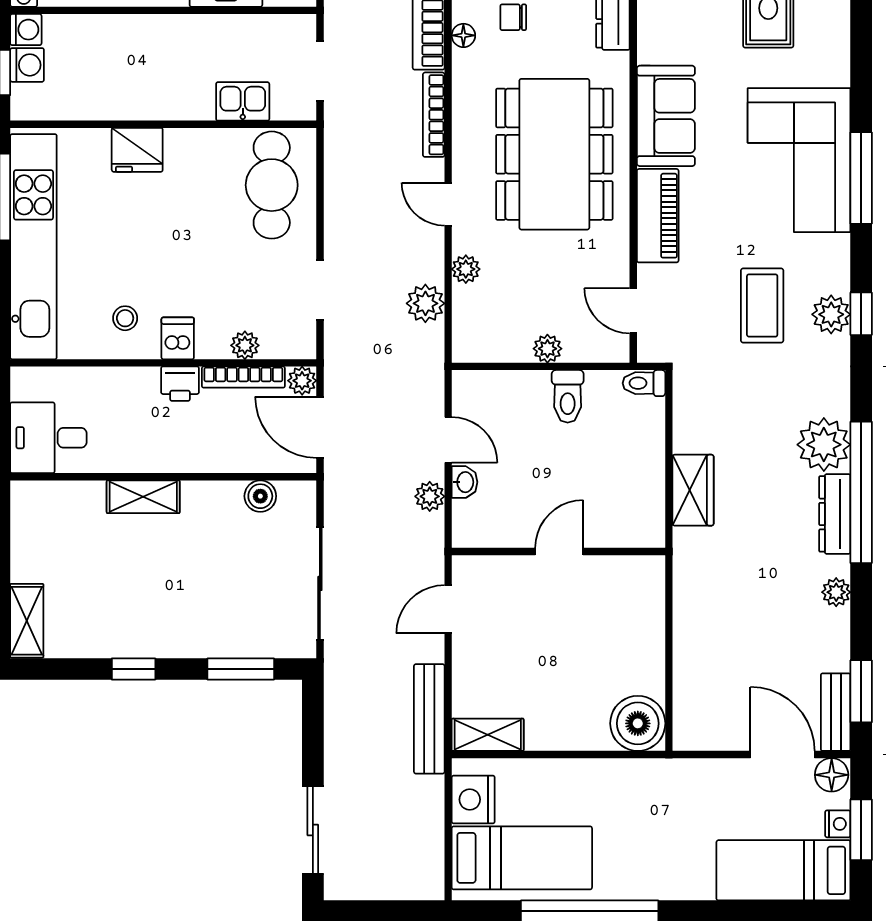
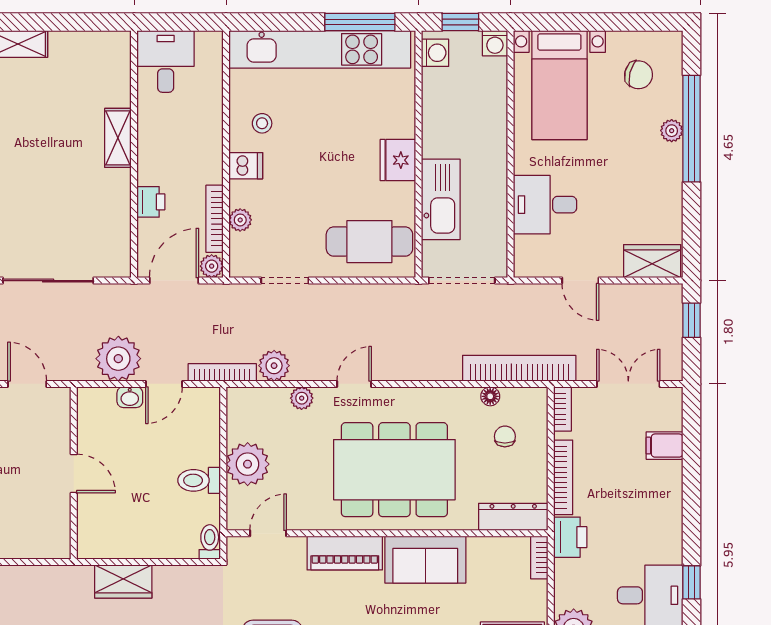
washing machine: (27, 65) -> (435, 53), moved, turned -90
doorway: (320, 71) -> (462, 281), width x1.38
kitchen sink: (243, 101) -> (441, 199), width x1.87, depth x1.24
bookcase: (434, 115) -> (222, 372), moved
fridge: (137, 150) -> (398, 160), moved
plant: (547, 349) -> (248, 464), width x1.87, depth x1.87
printer: (180, 384) -> (151, 202), moved, turned 180
boiler: (260, 496) -> (118, 232), removed
plant: (430, 496) -> (118, 359), width x1.88, depth x1.88

